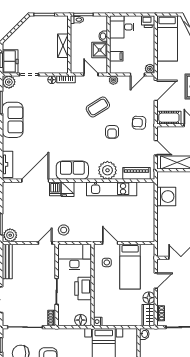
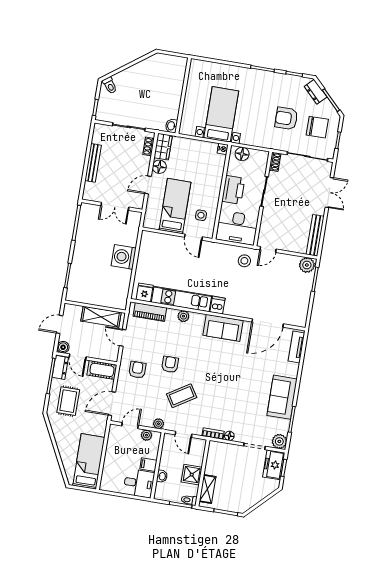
printer: (148, 22) -> (108, 484), removed
shelving: (63, 46) -> (208, 489), moved
shower: (100, 50) -> (192, 475), moved
filing cabinet: (116, 56) -> (148, 465), moved
plant: (150, 69) -> (146, 435), moved
armchair: (139, 123) -> (137, 370), turned -93
plant: (107, 170) -> (183, 316), width x0.53, depth x0.53
dishwasher: (55, 189) -> (218, 305), moved
fridge: (68, 189) -> (145, 293), moved
washing machine: (166, 197) -> (124, 257), moved

